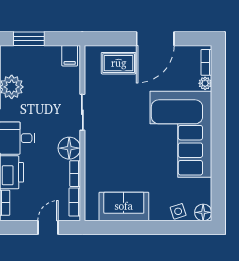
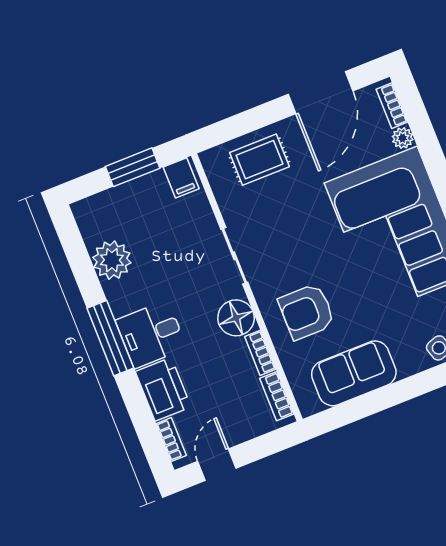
window: (29, 39) -> (133, 167), moved
door: (155, 39) -> (321, 93), moved
armchair: (111, 161) -> (307, 312), added
door: (48, 228) -> (217, 465), moved

